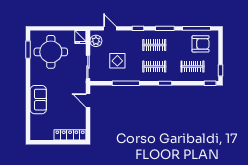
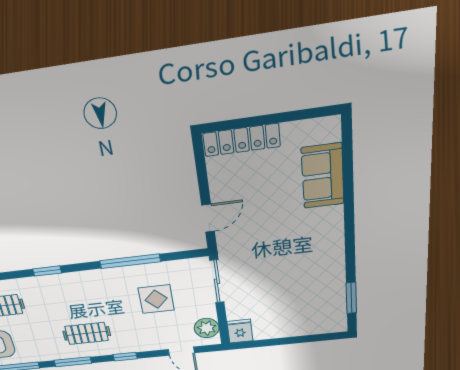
round table: (51, 52) -> (301, 299), removed
clothes rail: (154, 67) -> (77, 298), removed
sofa: (38, 100) -> (323, 176), moved
door: (88, 101) -> (208, 218), hinge flipped

